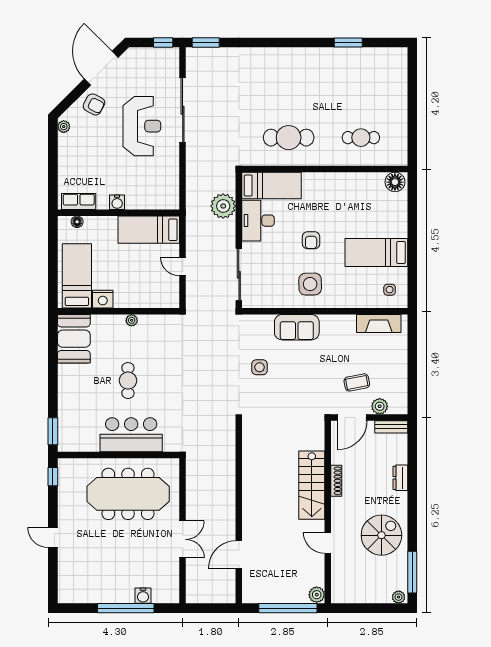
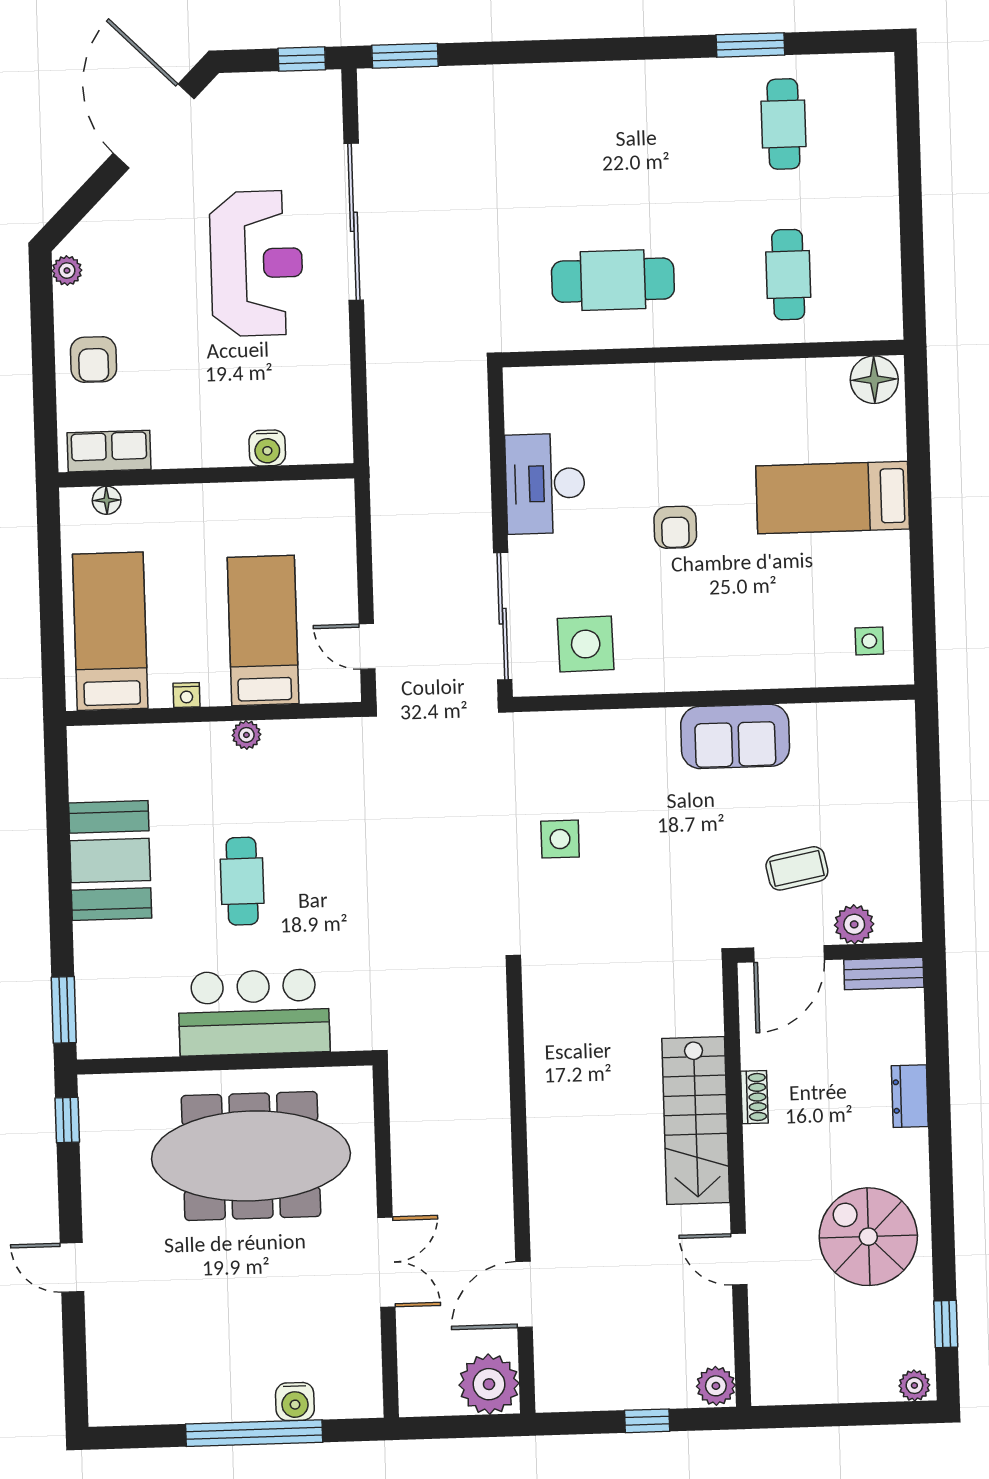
cafe table: (361, 75) -> (783, 124), added
armchair: (94, 104) -> (93, 360), moved, turned 62
cafe table: (361, 138) -> (788, 275), turned 90
bed: (272, 185) -> (575, 398), removed
water cooler: (117, 202) -> (267, 448), moved
plant: (223, 206) -> (489, 1384), moved
bed: (149, 230) -> (263, 631), moved, turned 90
bed: (376, 252) -> (833, 498), moved
door: (183, 266) -> (367, 646), moved
side table: (310, 284) -> (586, 644), moved
nightstand: (103, 299) -> (186, 695), width x0.53, depth x0.56
fireplace: (379, 324) -> (846, 724), removed
sofa: (297, 327) -> (735, 736), moved
booth: (74, 339) -> (110, 861), moved
shoe rack: (336, 481) -> (754, 1097), width x0.70
spiral stairs: (381, 535) -> (868, 1237), turned -90
window: (412, 572) -> (946, 1324), width x0.46
window: (288, 608) -> (647, 1421), width x0.32

